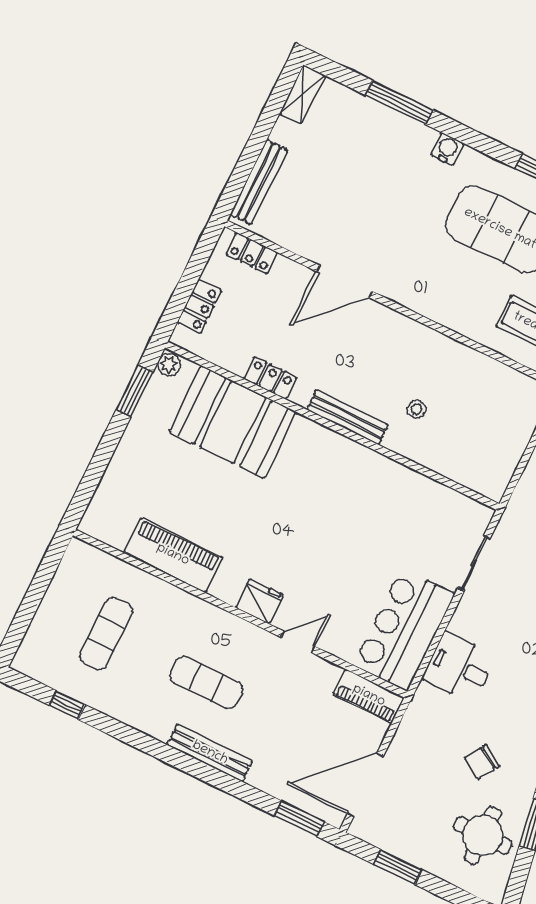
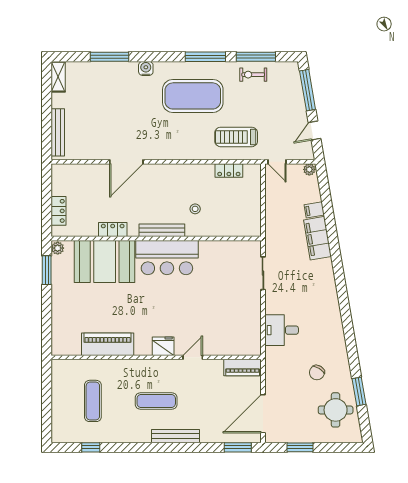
locker: (252, 253) -> (229, 171), moved
bar counter: (404, 630) -> (167, 258), moved, turned -90

